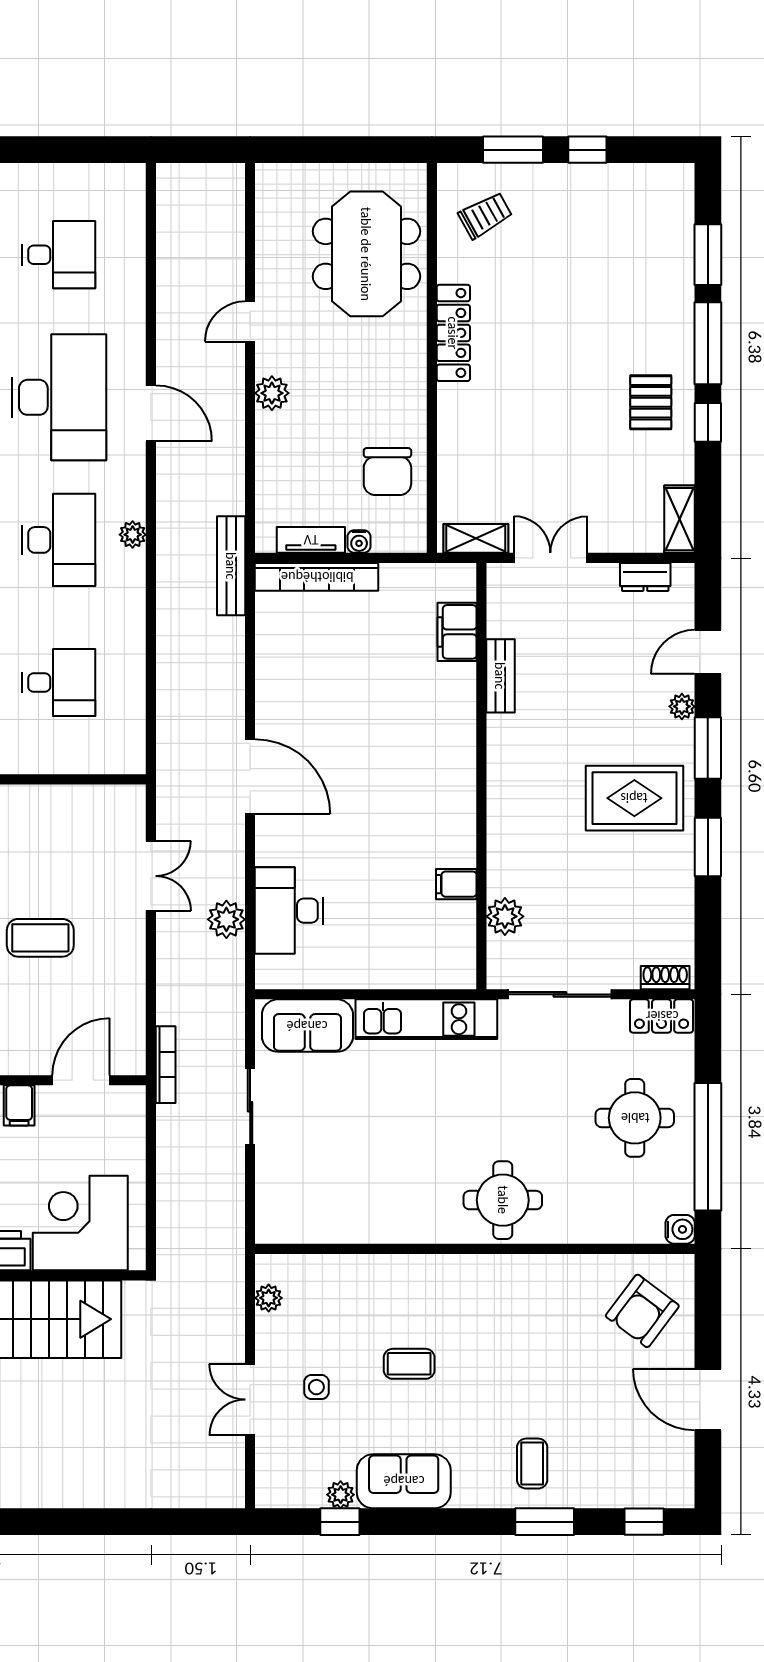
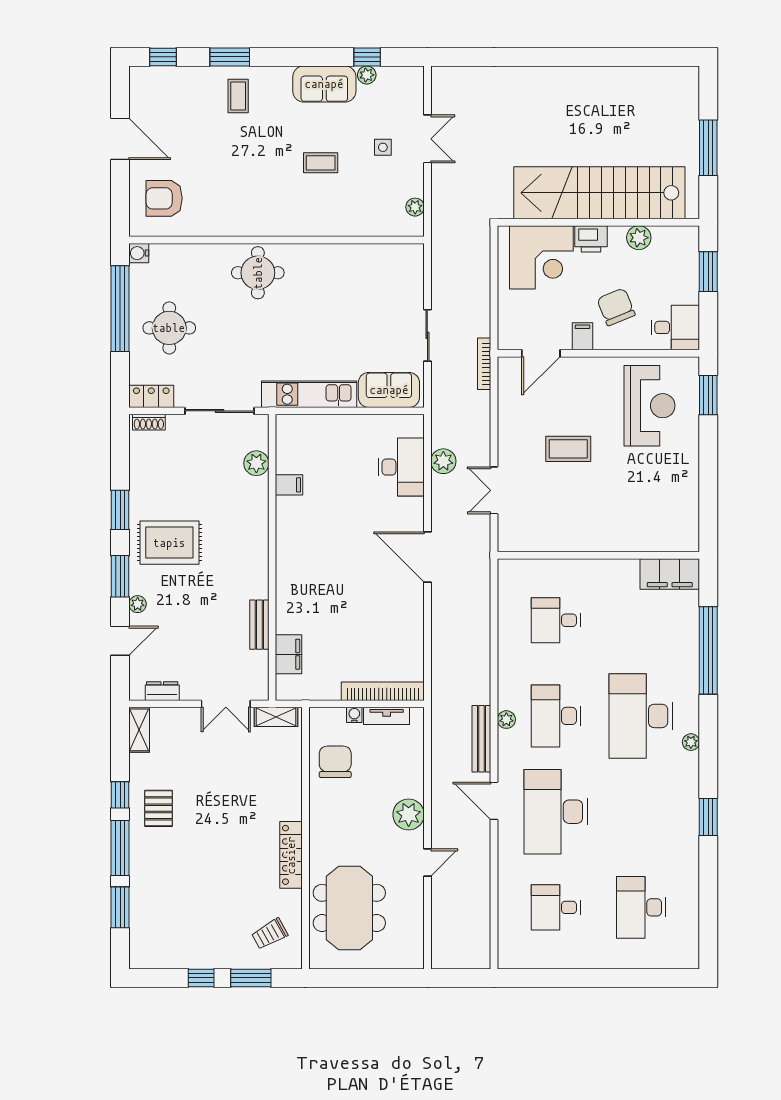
plant: (272, 393) -> (409, 815), width x1.36, depth x1.36
bench: (231, 566) -> (481, 739), moved
armchair: (642, 1311) -> (164, 198), turned -127

